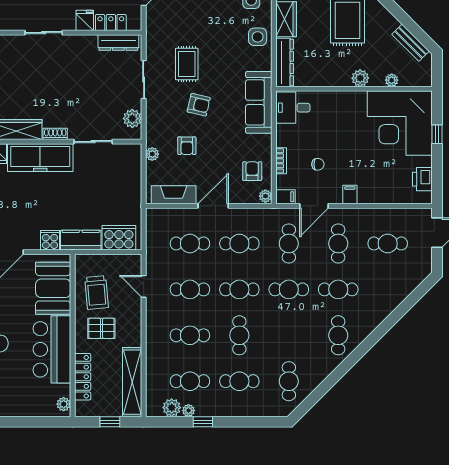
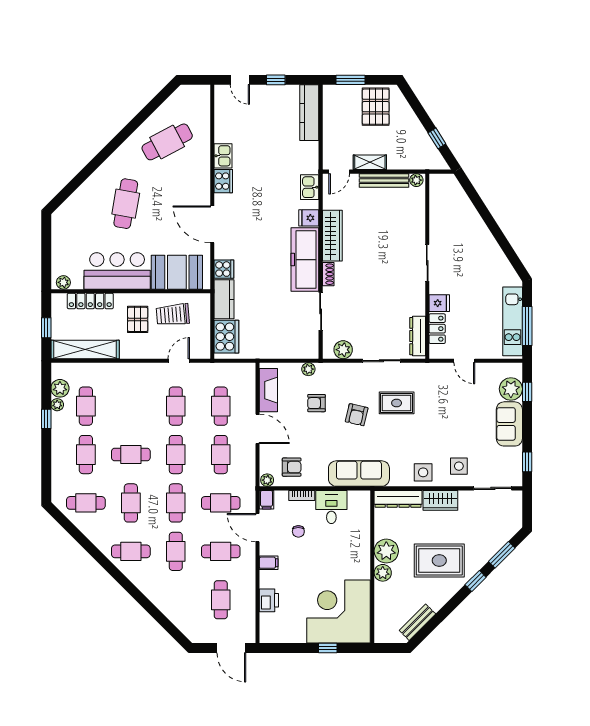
plant: (392, 80) -> (386, 551), moved, width x1.87, depth x1.87
desk: (293, 108) -> (331, 507), moved
printer: (422, 179) -> (269, 600), moved, turned 90
cafe table: (190, 335) -> (131, 503), moved

